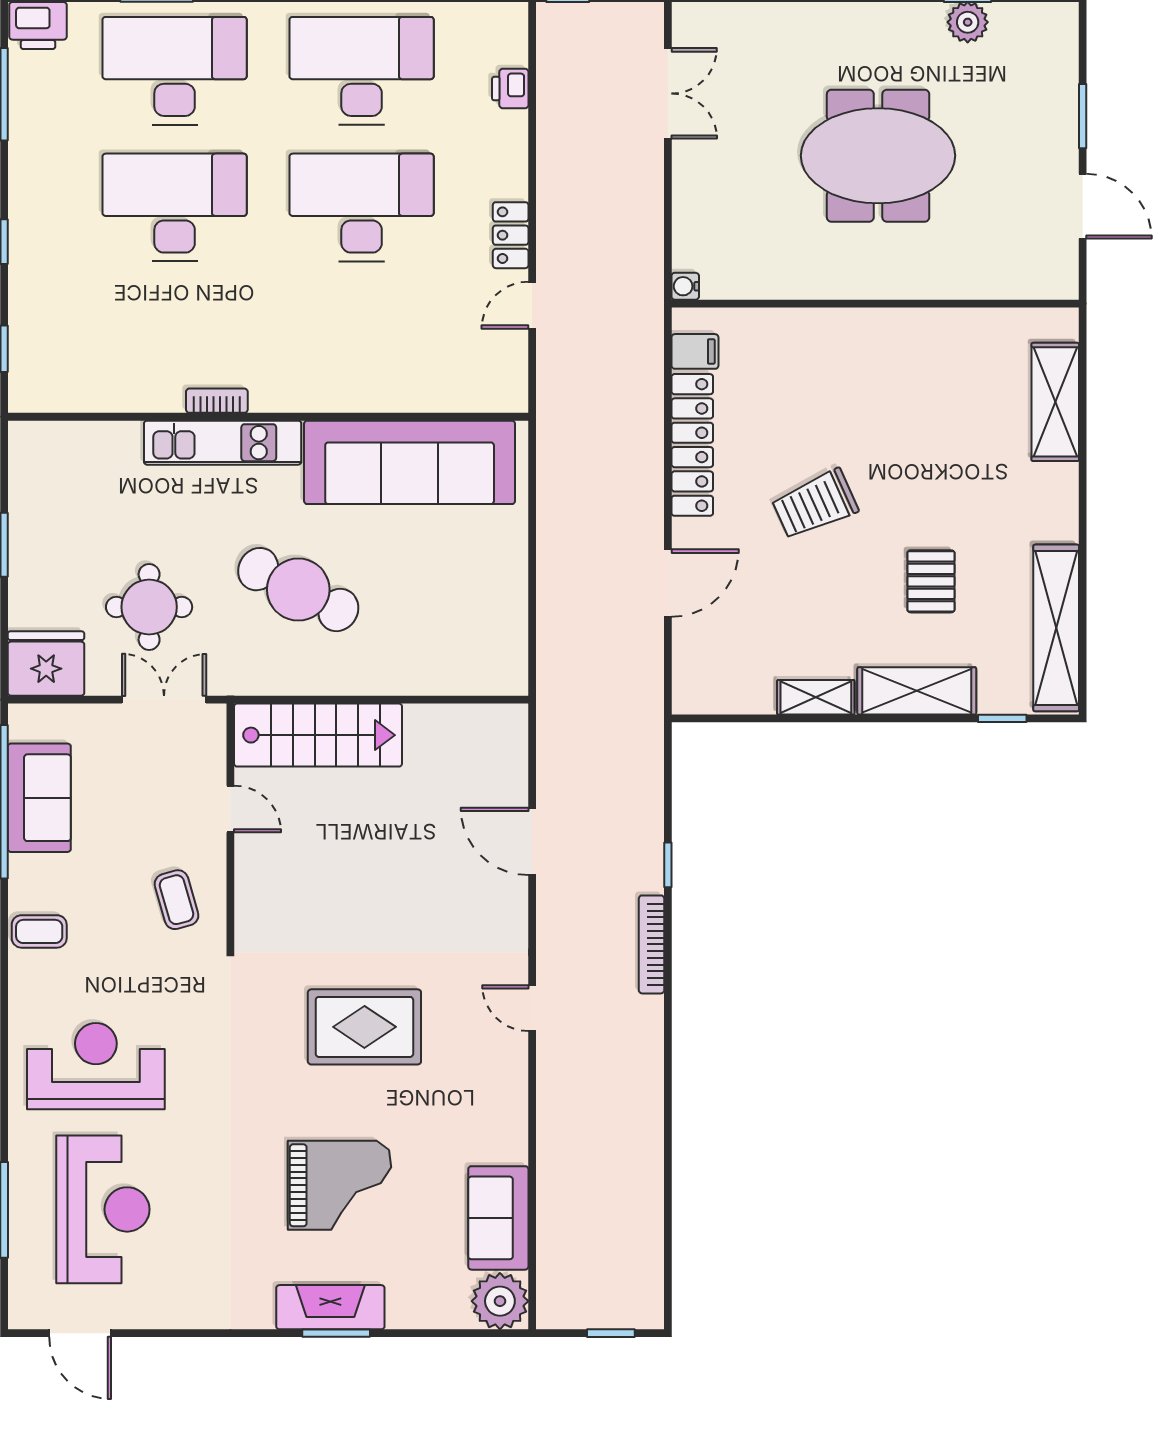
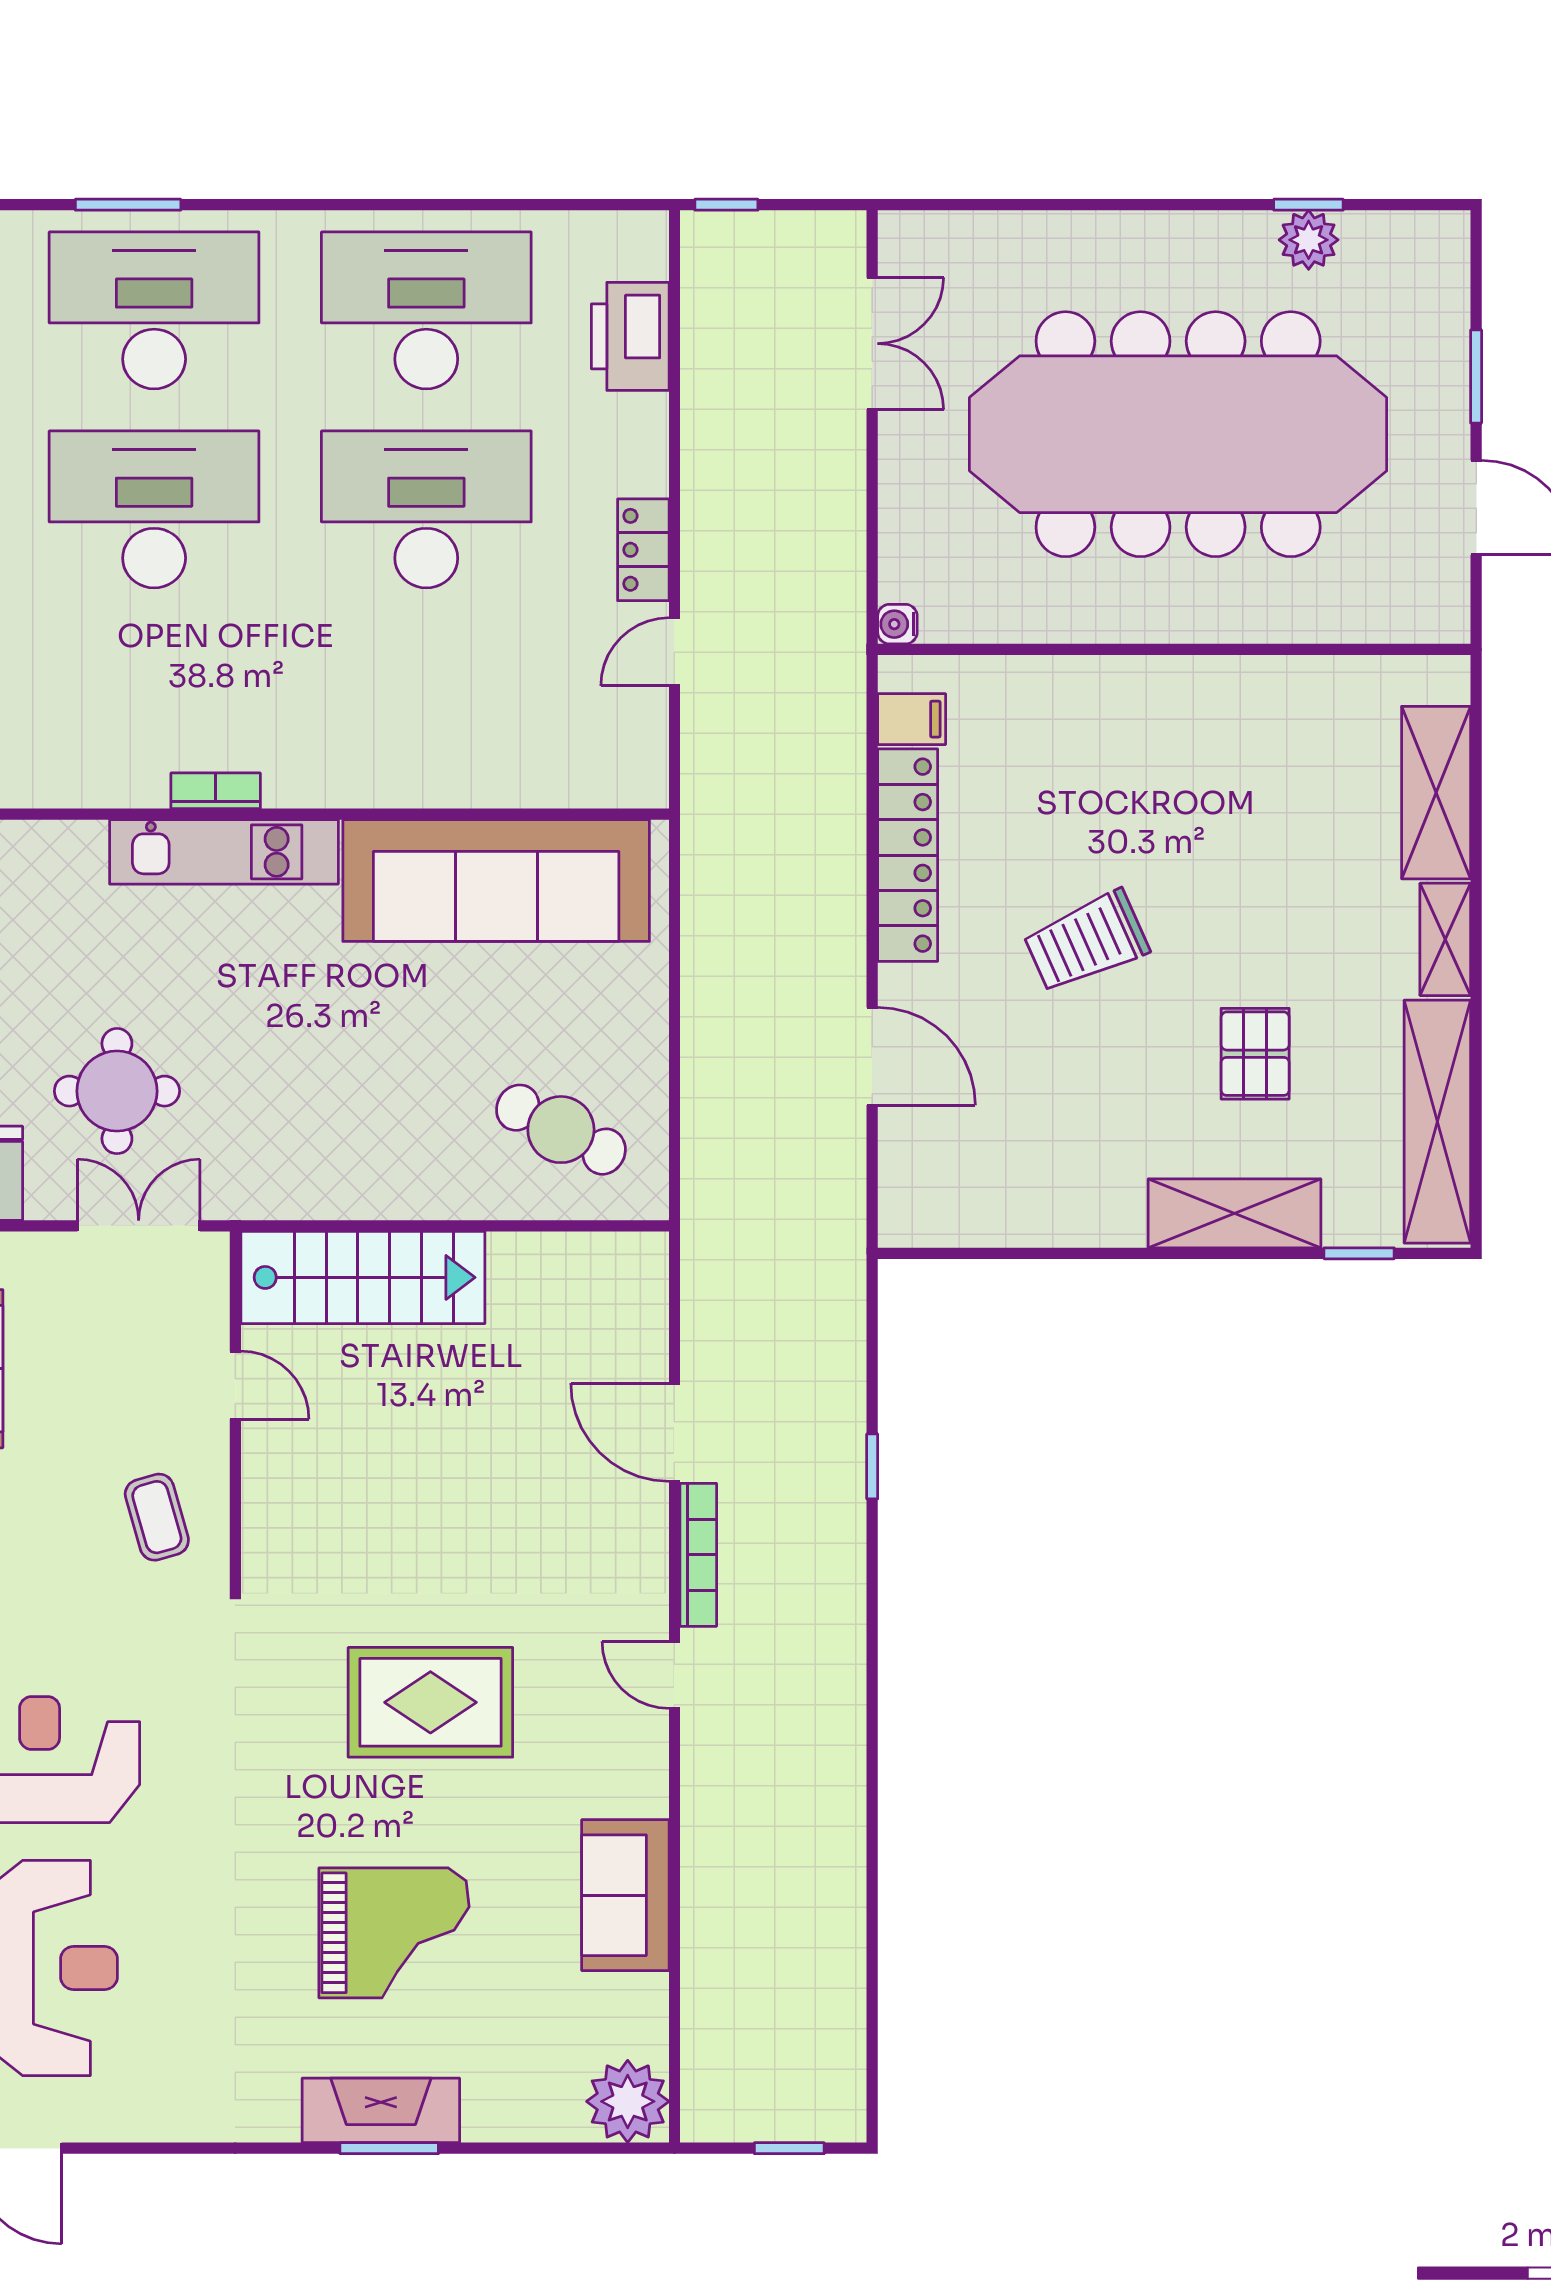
printer: (510, 89) -> (630, 336), width x1.87, depth x1.48
meeting table: (878, 156) -> (1178, 434), width x1.86, depth x1.27
door: (668, 583) -> (872, 1056), hinge flipped
cafe table: (298, 590) -> (561, 1130), moved, width x0.73, depth x0.74
shelving: (816, 697) -> (1445, 939), moved, turned 90
bookcase: (652, 944) -> (698, 1555), moved, turned 180
sofa: (498, 1218) -> (625, 1895), moved

